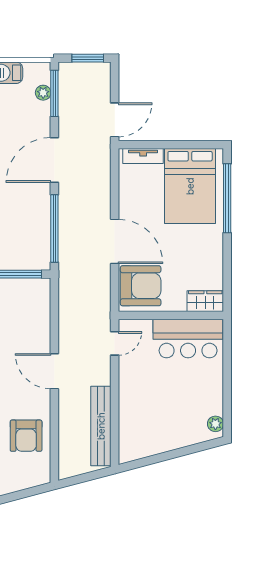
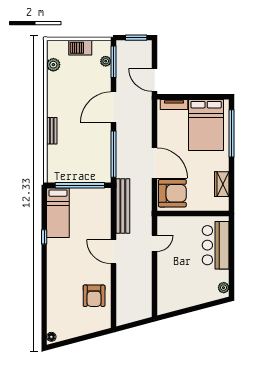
door: (115, 120) -> (155, 80), swing flipped
wardrobe: (205, 301) -> (222, 184), moved, turned -90
bar counter: (188, 338) -> (216, 245), moved, turned 90
door: (115, 343) -> (155, 243), moved
bench: (101, 426) -> (123, 206), moved

